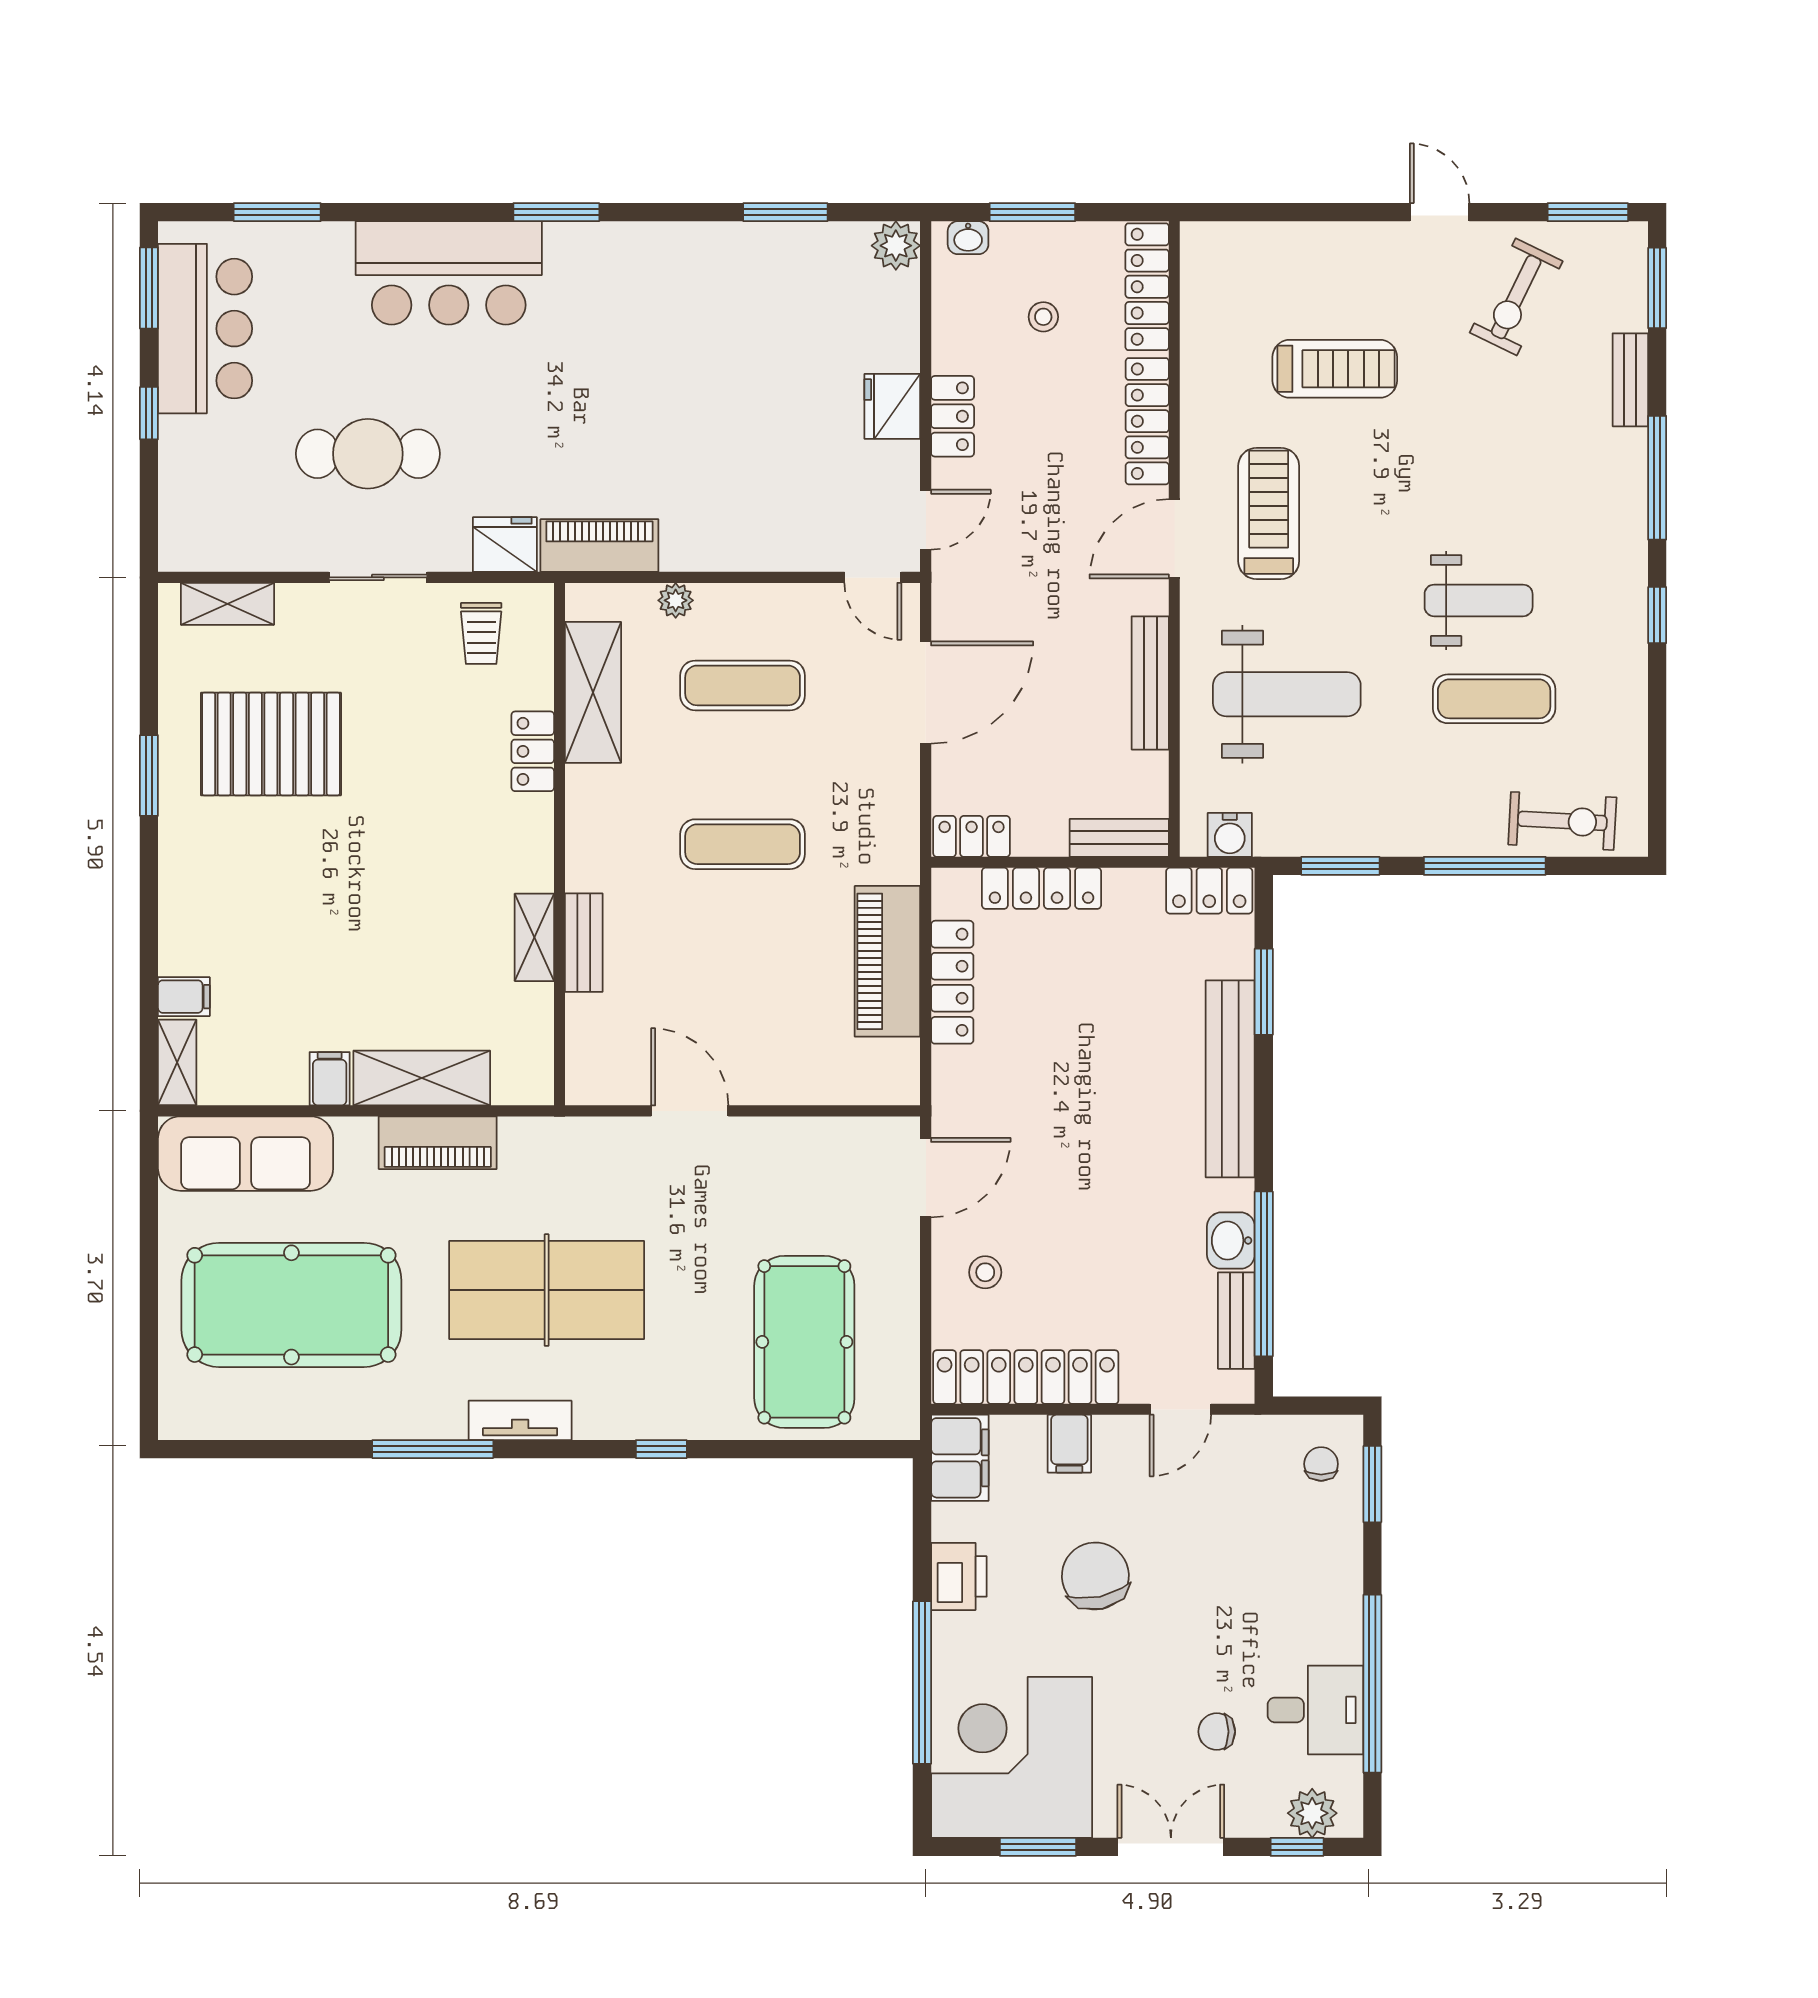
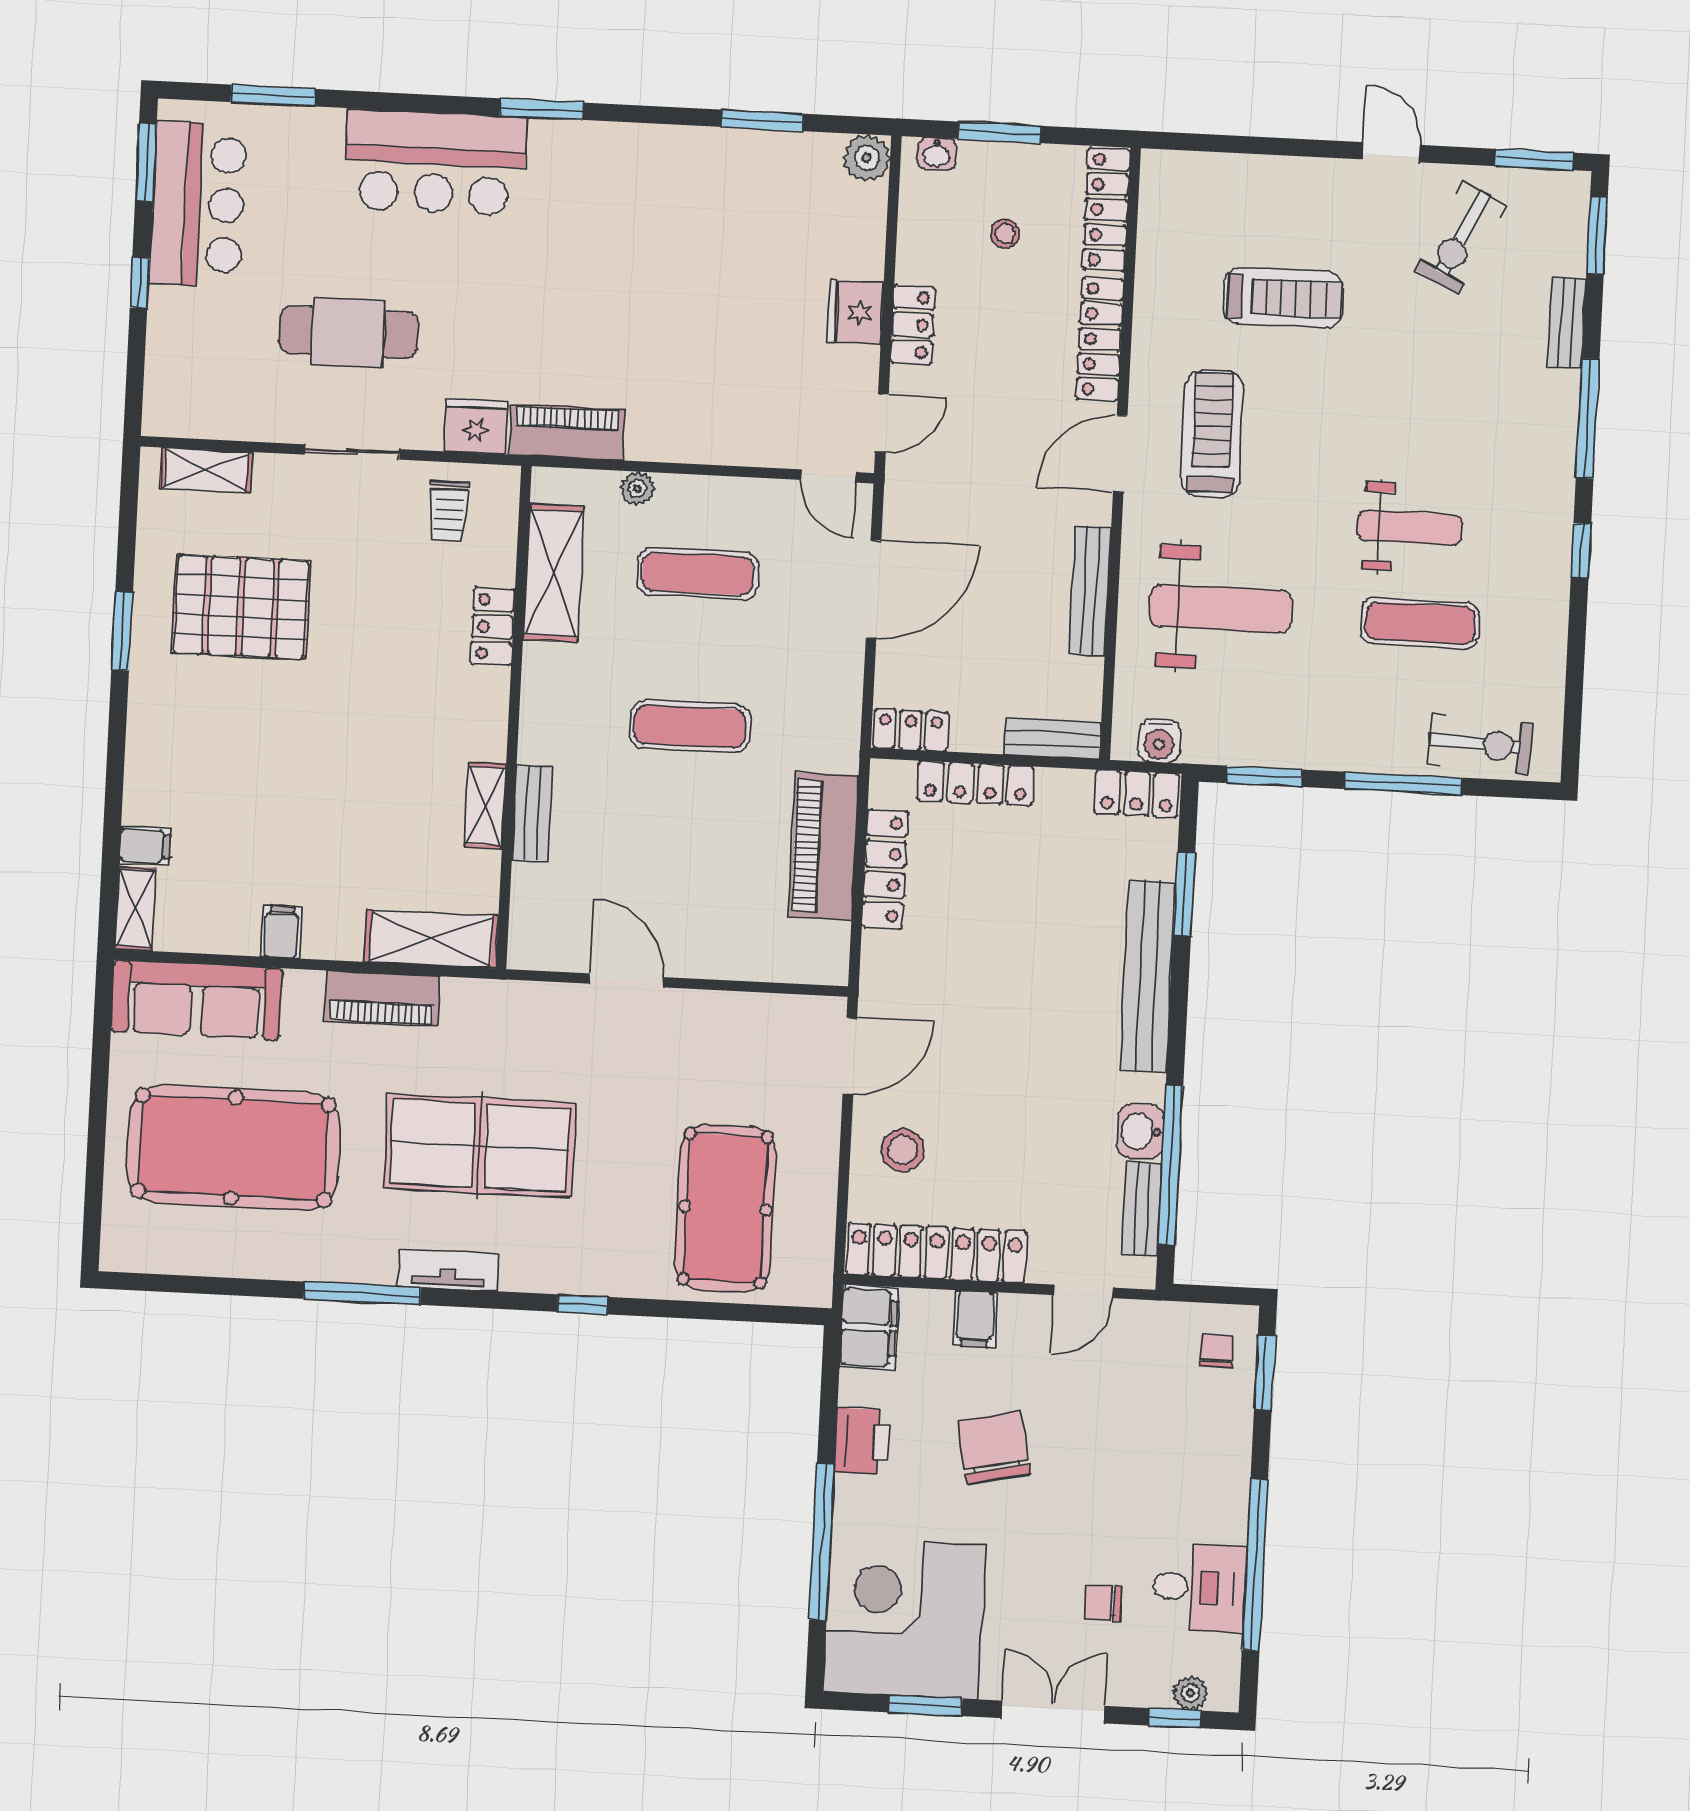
shelving: (422, 1078) -> (431, 939), moved
stool: (985, 1272) -> (903, 1150), width x1.37, depth x1.37
plant: (1312, 1813) -> (1190, 1693), width x0.73, depth x0.73

